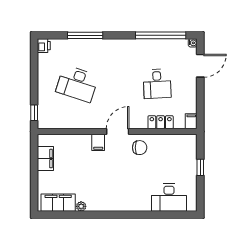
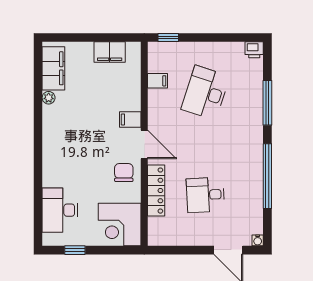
window: (161, 35) -> (267, 176), moved
filing cabinet: (191, 121) -> (157, 81), moved
locker: (161, 122) -> (156, 191), width x1.53
chair: (140, 148) -> (124, 173), turned 180
corner desk: (180, 151) -> (120, 225), added
window: (200, 167) -> (75, 250), moved

